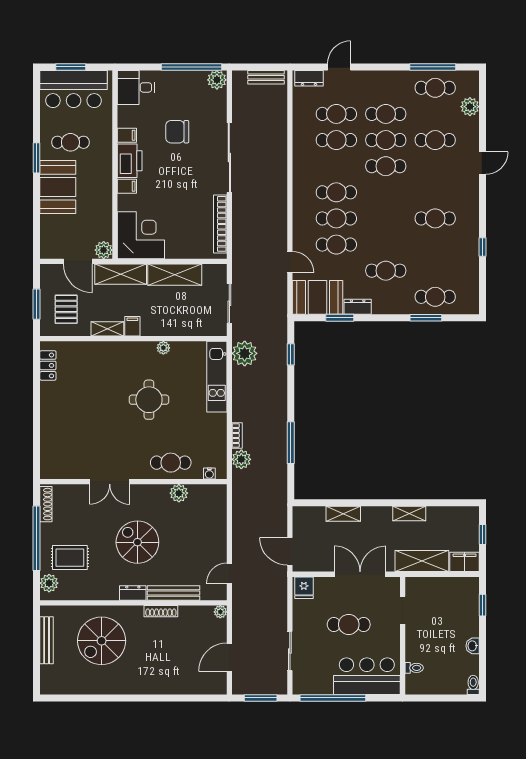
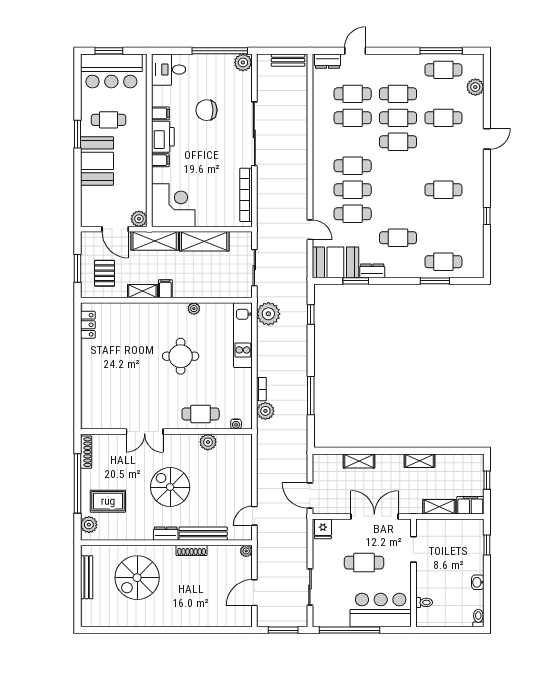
shelving: (422, 561) -> (439, 507), width x0.67, depth x0.75

